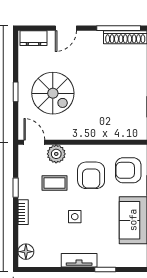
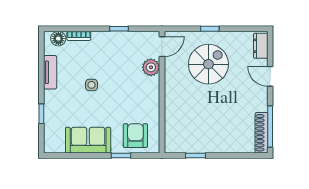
spiral stairs: (53, 93) -> (208, 64), turned 180
armchair: (91, 175) -> (131, 100), removed
coffee table: (55, 183) -> (123, 66), removed
bookcase: (23, 212) -> (79, 36), moved
tv unit: (79, 260) -> (50, 72), moved

